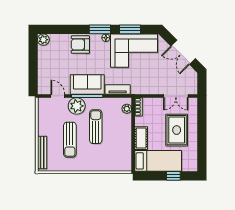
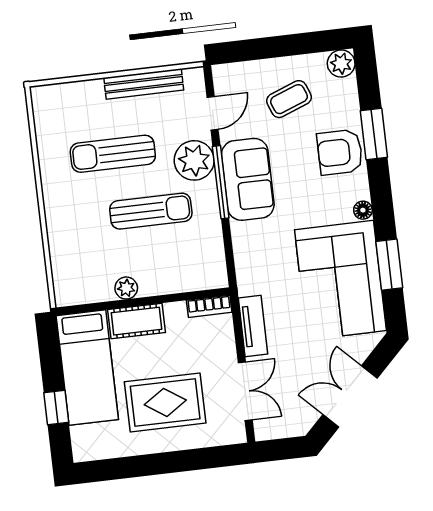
window: (100, 29) -> (374, 134), moved
armchair: (80, 45) -> (340, 152), turned -90
coffee table: (56, 63) -> (289, 99), added
tv unit: (118, 89) -> (253, 326), moved
double door: (176, 96) -> (245, 391), swing flipped
plant: (127, 109) -> (126, 288), moved
bench: (42, 153) -> (144, 84), moved

